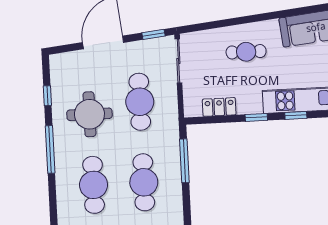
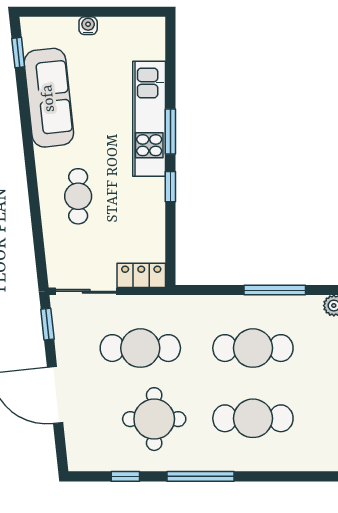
locker: (219, 107) -> (141, 275), moved, turned 90
window: (296, 115) -> (170, 131), width x1.50
window: (184, 161) -> (275, 290), moved

